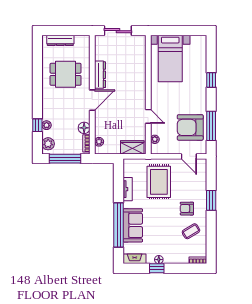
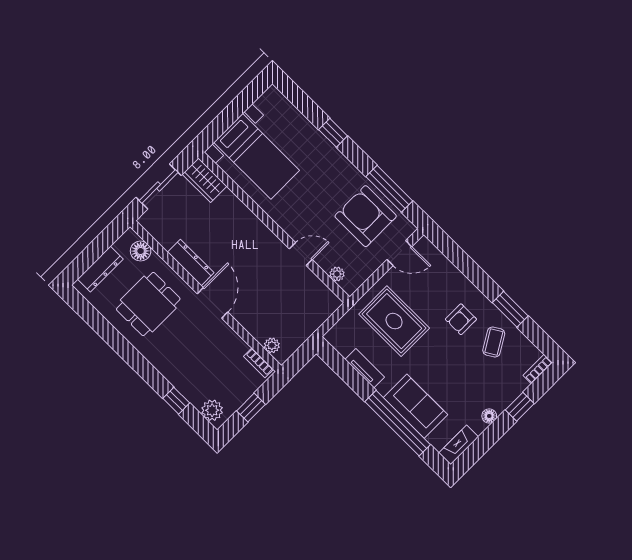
plant: (47, 125) -> (187, 389), removed
armchair: (190, 127) -> (366, 216), turned 90
floor lamp: (84, 128) -> (141, 251), moved
wardrobe: (132, 147) -> (204, 180), moved, turned -90
window: (65, 159) -> (251, 408), width x0.46
window: (211, 200) -> (510, 309), moved
window: (157, 268) -> (520, 407), moved

